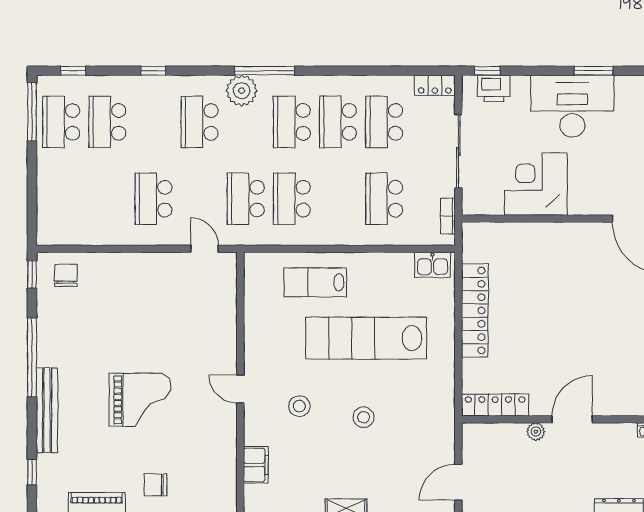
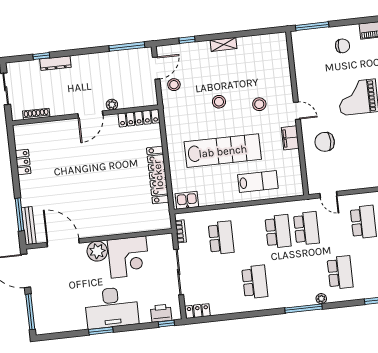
plant: (242, 91) -> (321, 299), width x0.53, depth x0.53
school desk: (292, 122) -> (283, 279), removed
school desk: (384, 122) -> (226, 285), removed
plant: (585, 199) -> (97, 251), added
chair: (201, 334) -> (325, 142), added
stool: (433, 453) -> (174, 85), added
filing cabinet: (256, 465) -> (290, 138), moved

